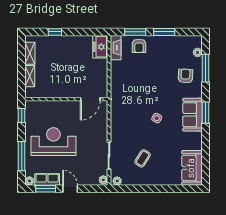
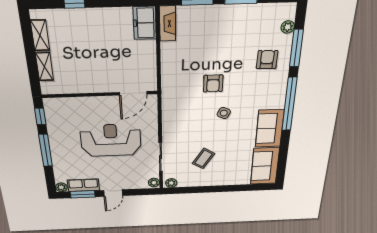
armchair: (139, 46) -> (213, 83), moved
window: (205, 113) -> (289, 104), width x2.11
sofa: (192, 115) -> (270, 128), moved
reception desk: (53, 142) -> (111, 140), moved
window: (22, 156) -> (46, 150), moved
door: (70, 189) -> (113, 193), swing flipped

